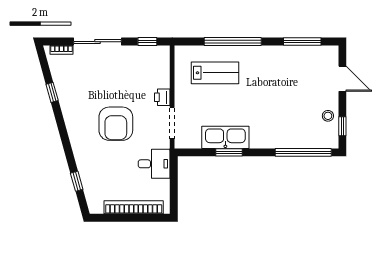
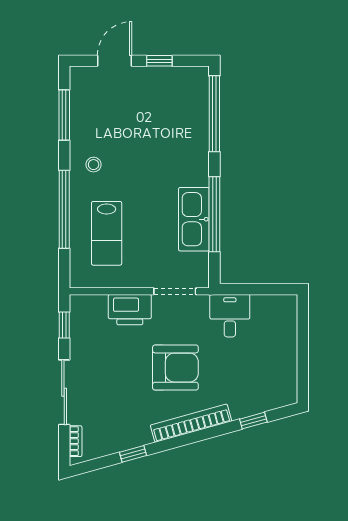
lab bench: (215, 73) -> (107, 233), turned 180
printer: (162, 97) -> (130, 310), width x1.87, depth x1.48
stool: (328, 116) -> (94, 165), moved
window: (342, 126) -> (159, 61), moved
window: (229, 152) -> (214, 214), width x2.11
bookcase: (134, 207) -> (191, 423), moved, turned 75

